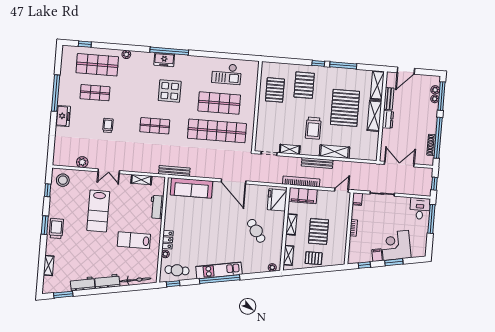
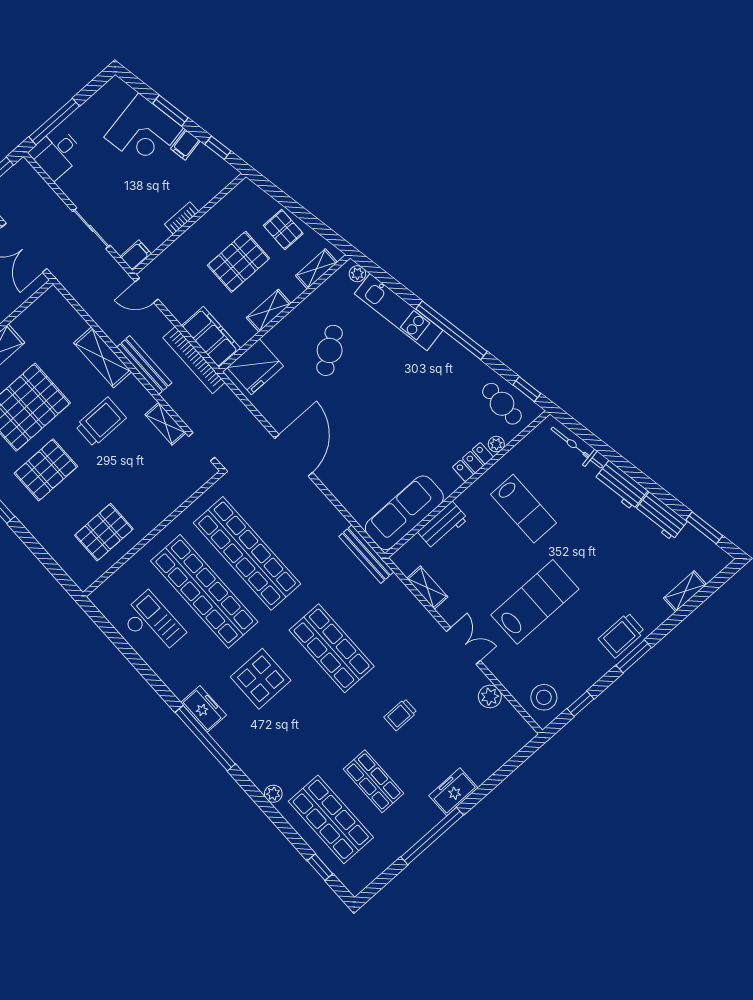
freezer: (164, 60) -> (203, 709), moved
pallet: (304, 85) -> (46, 470), moved
shop shelf: (219, 103) -> (204, 591), width x1.40
shop shelf: (155, 126) -> (332, 648), width x1.43, depth x1.36
sofa: (191, 188) -> (404, 513), moved, turned -90
kitchen unit: (219, 270) -> (398, 312), moved

